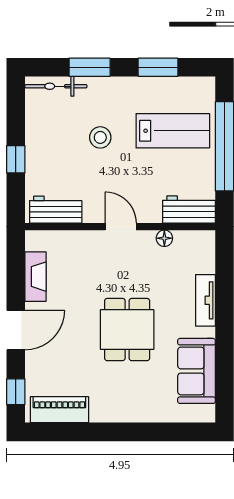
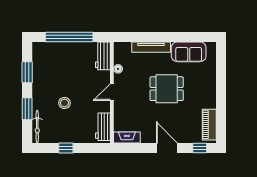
lab bench: (173, 131) -> (61, 64), removed
window: (16, 159) -> (66, 148), moved
fireplace: (35, 277) -> (127, 137), moved
tv unit: (205, 300) -> (151, 47), width x1.41

